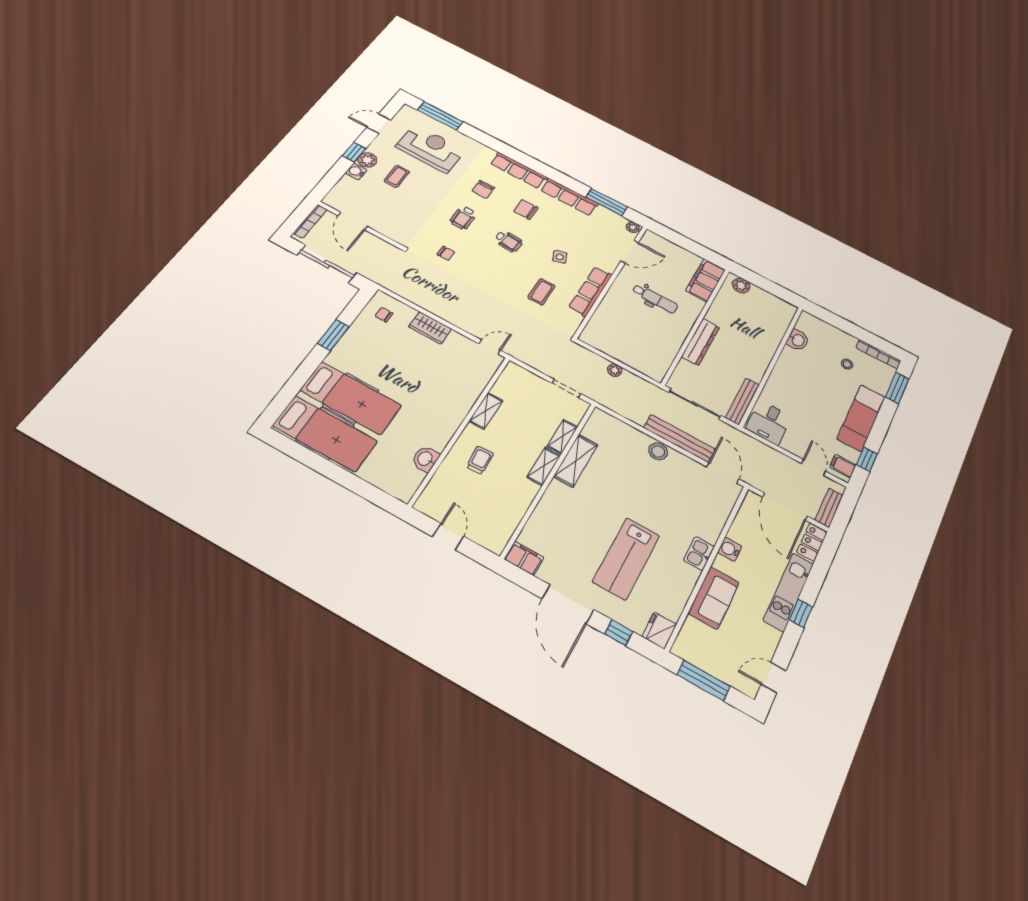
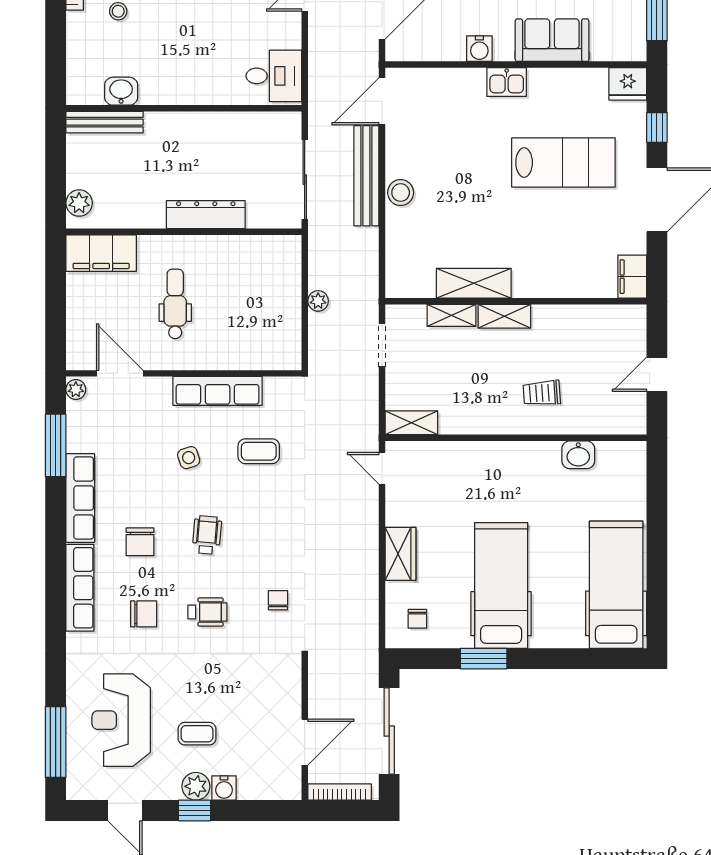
hospital bed: (351, 398) -> (501, 585), moved
bench: (742, 401) -> (104, 122), moved
shelving: (486, 411) -> (411, 423), moved

